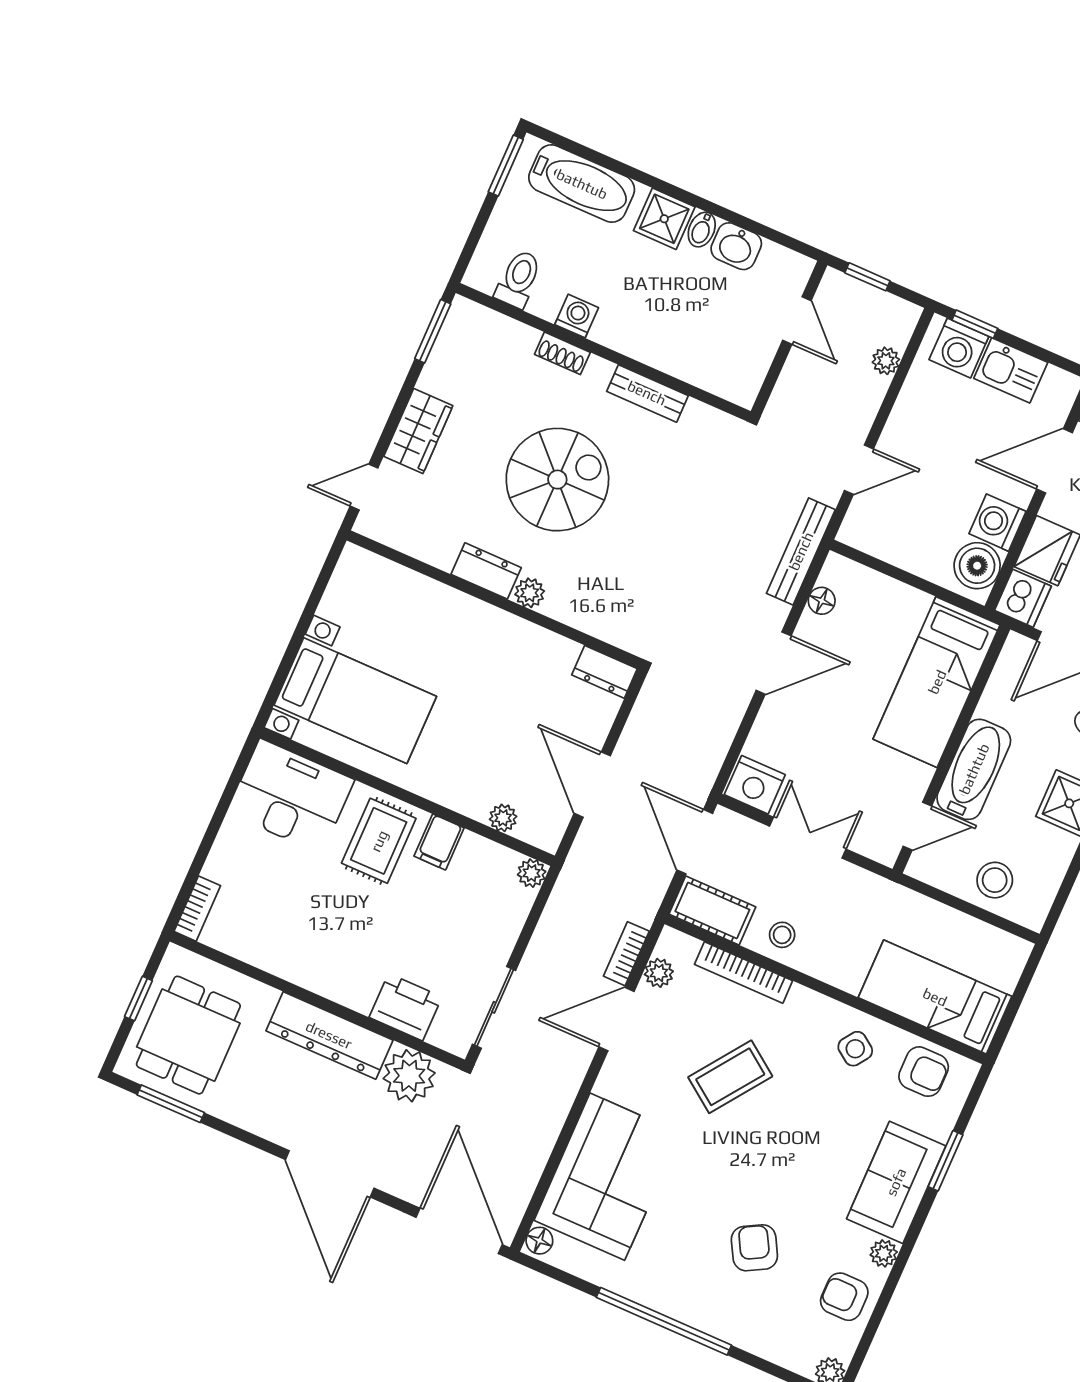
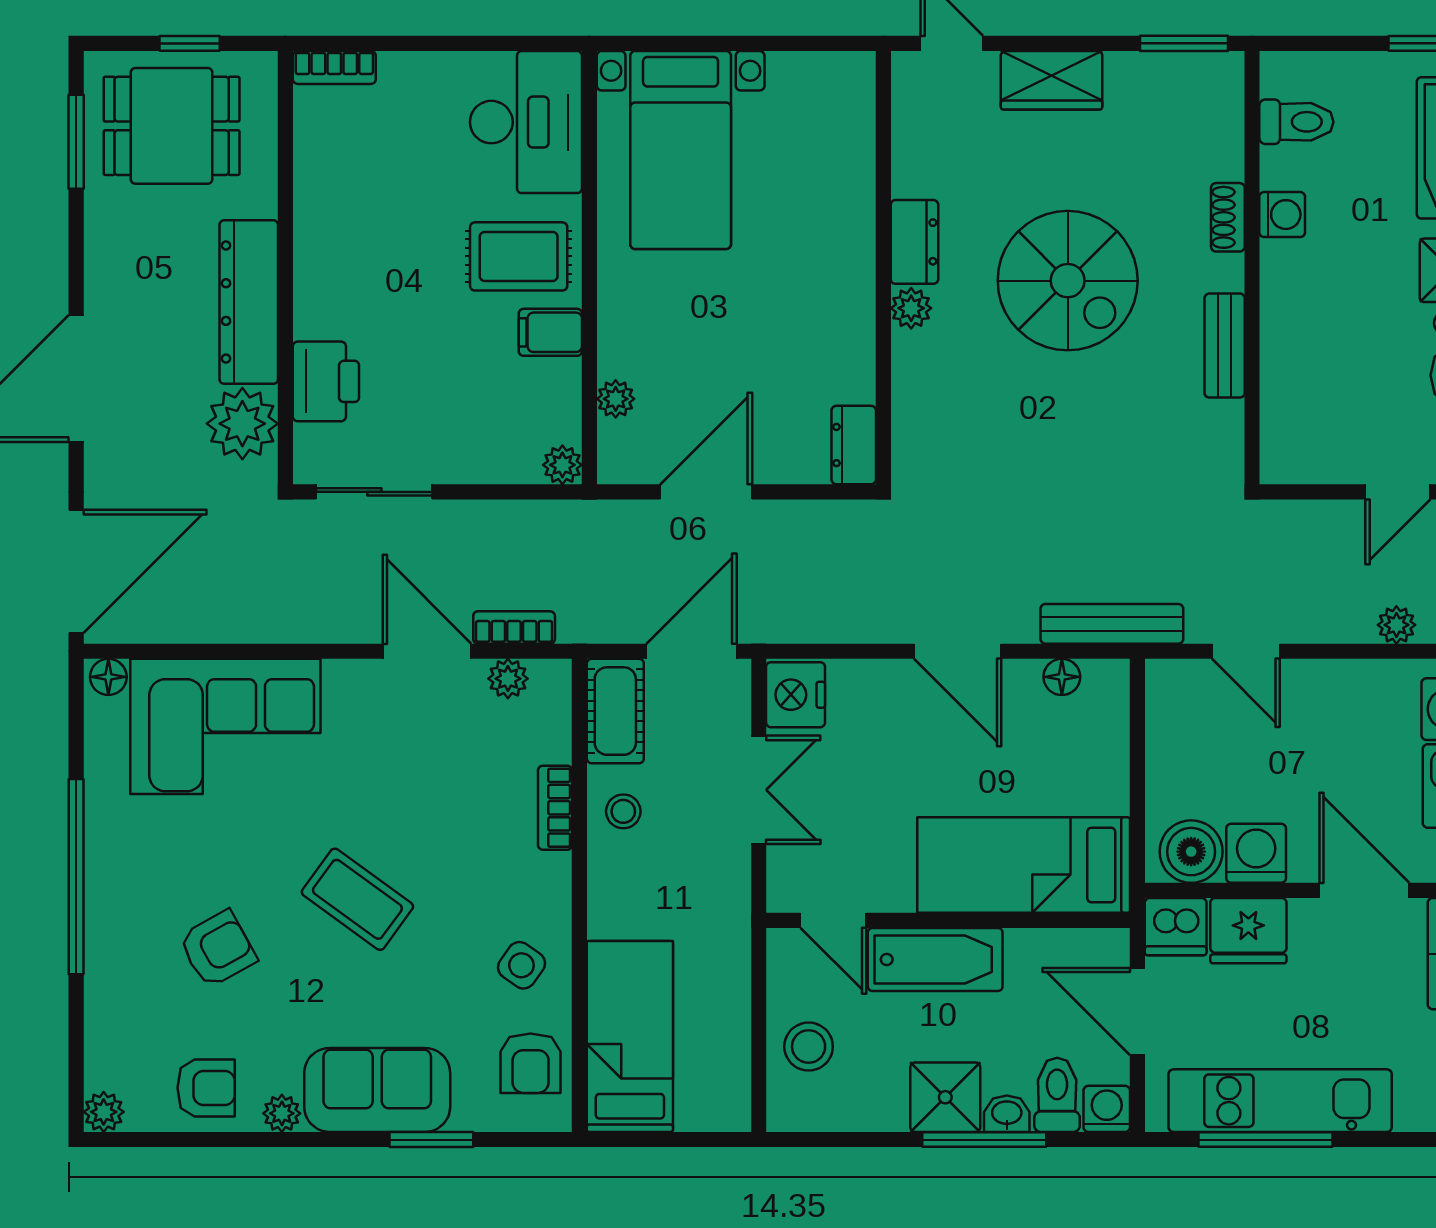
bookcase: (744, 973) -> (555, 808), width x0.64
coffee table: (730, 1077) -> (357, 899), moved
armchair: (844, 1297) -> (206, 1088), turned 90

